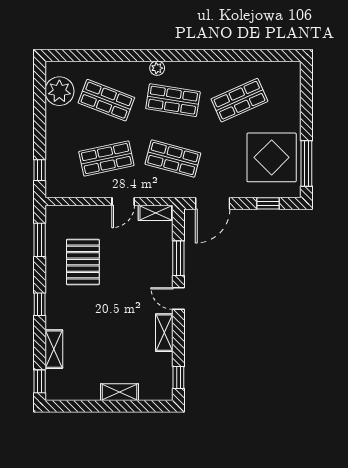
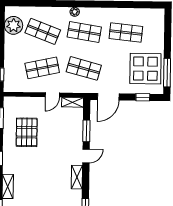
shop shelf: (239, 100) -> (126, 33), turned 30
door: (178, 299) -> (86, 156), swing flipped

